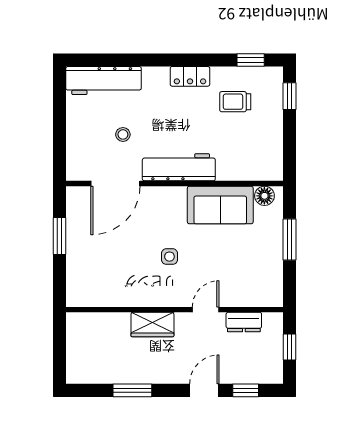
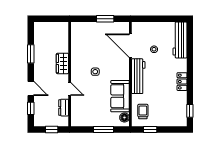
window: (289, 96) -> (150, 129), moved
trolley: (235, 102) -> (143, 112), moved

